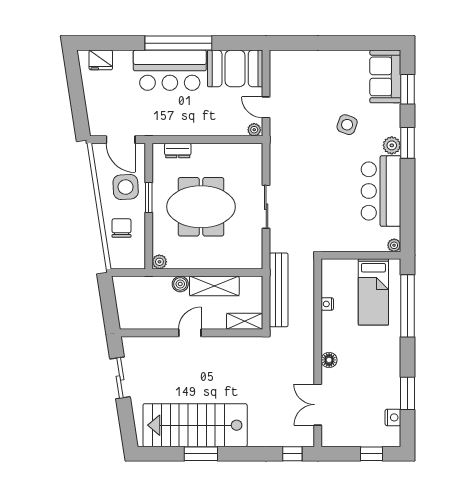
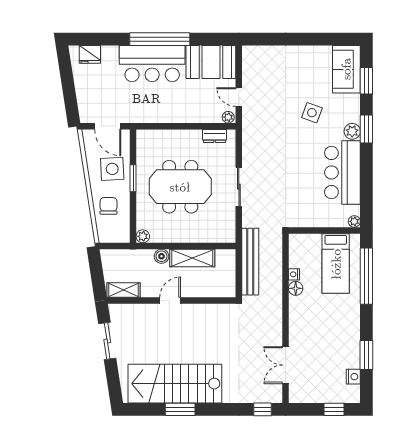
dresser: (178, 150) -> (214, 136), moved
shelving: (245, 321) -> (124, 290), moved
floor lamp: (329, 360) -> (296, 288), moved

